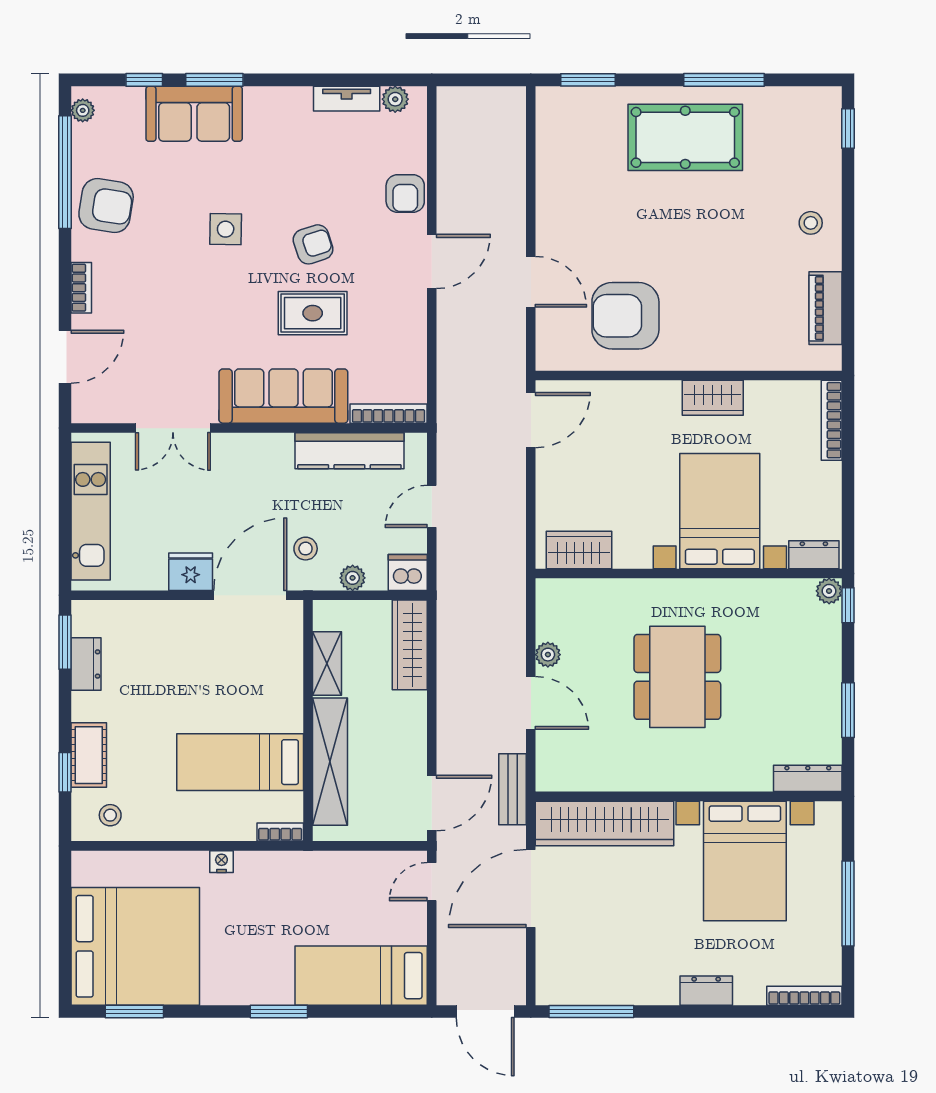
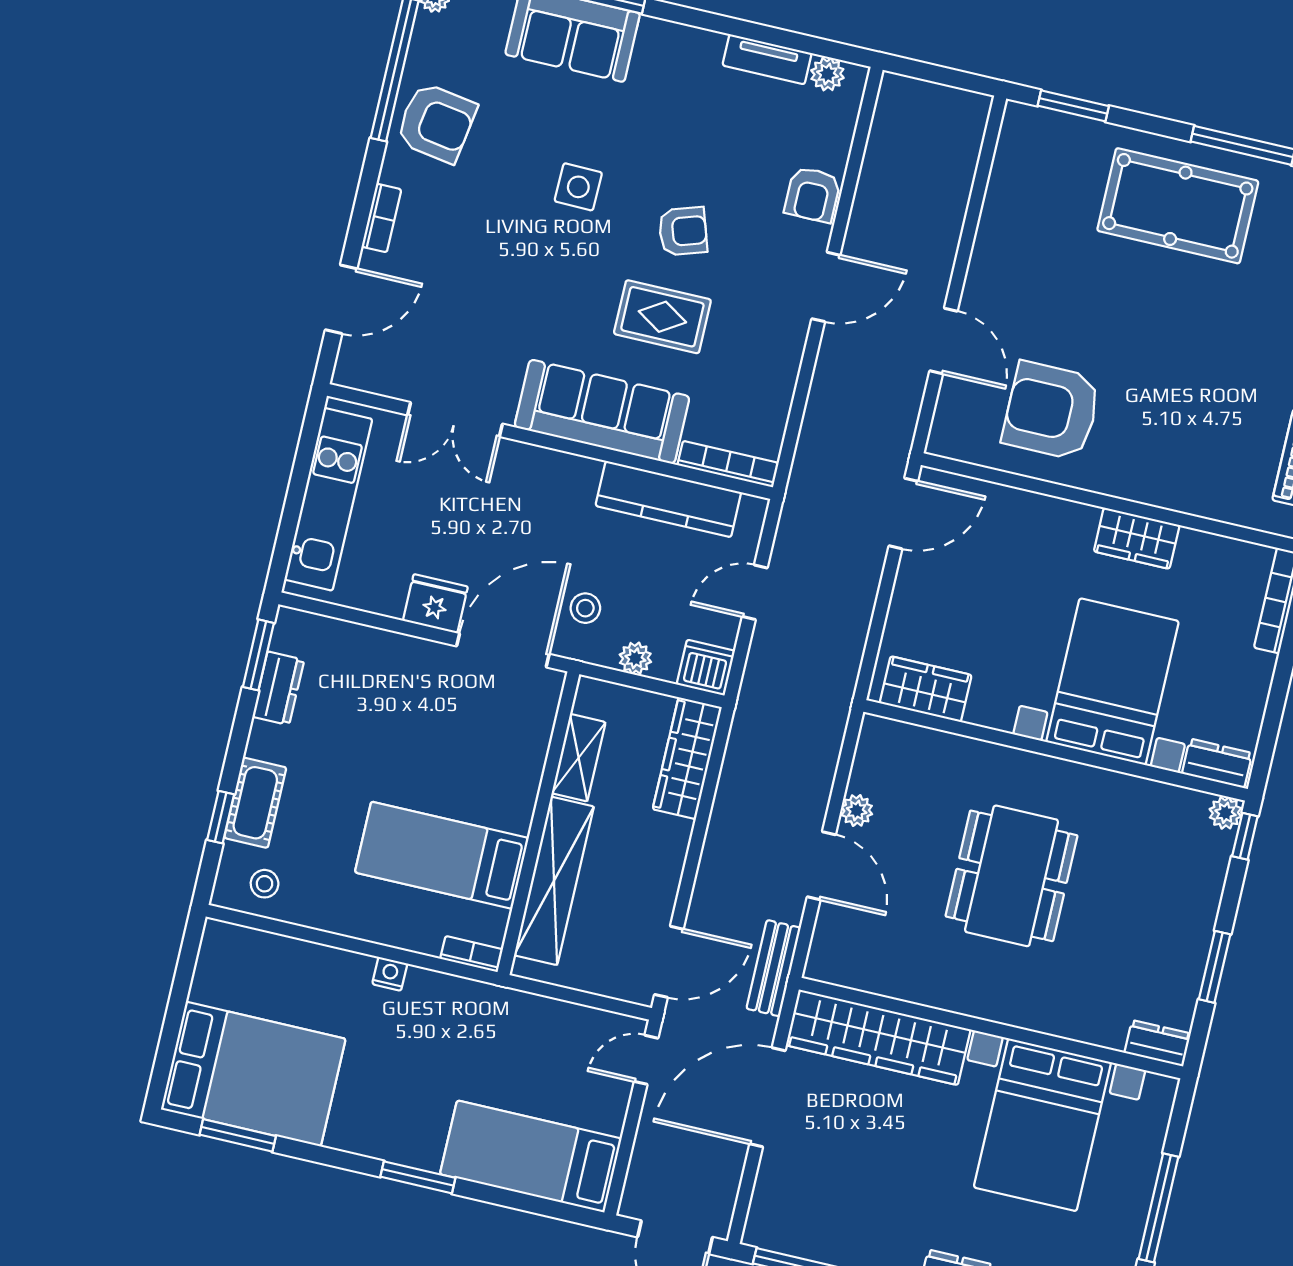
dresser: (808, 778) -> (1158, 1043), width x0.70
bed: (135, 946) -> (253, 1074), width x0.73

